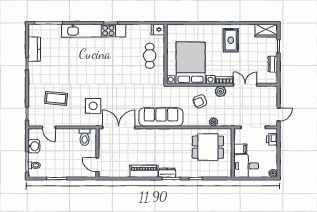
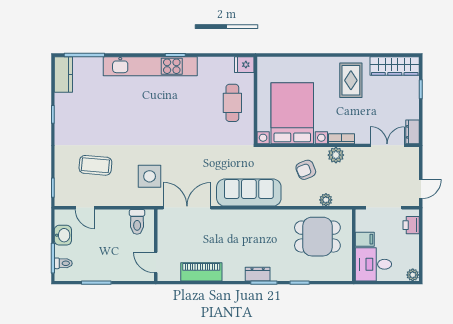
wardrobe: (266, 30) -> (395, 66), width x1.50
kitchen counter: (34, 49) -> (63, 74), moved
dresser: (273, 64) -> (412, 132), moved
double door: (245, 85) -> (387, 145), moved
piano: (144, 171) -> (201, 272), moved

